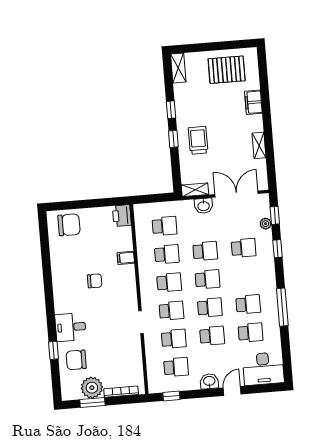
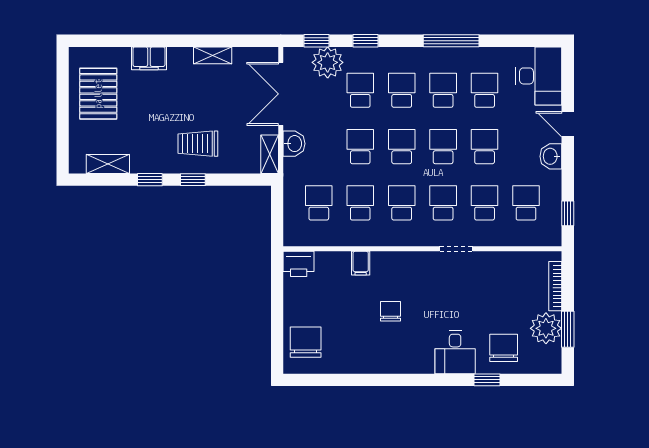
shelving: (178, 68) -> (108, 164), moved
plant: (266, 224) -> (328, 62), width x1.87, depth x1.87
school desk: (246, 276) -> (402, 90), added
chair: (76, 360) -> (504, 348), turned 180

